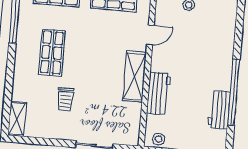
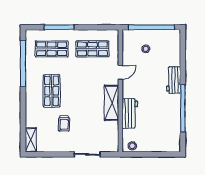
workbench: (219, 110) -> (174, 80), moved

